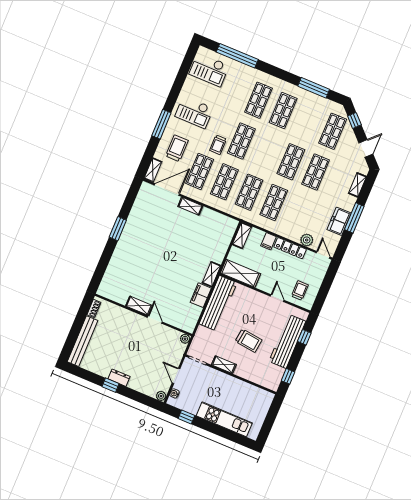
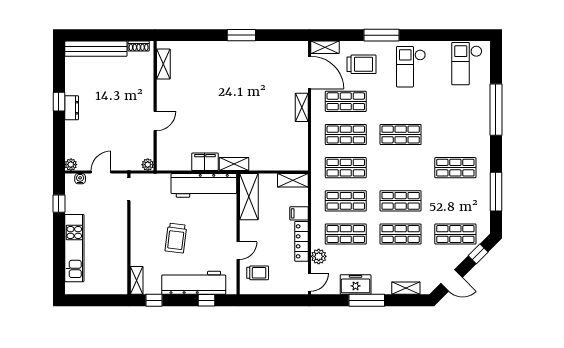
window: (237, 56) -> (496, 110), moved
shop shelf: (258, 100) -> (346, 234), moved
trolley: (218, 145) -> (385, 110), removed
shelving: (139, 306) -> (163, 64), moved
shelving: (224, 365) -> (137, 280), moved

